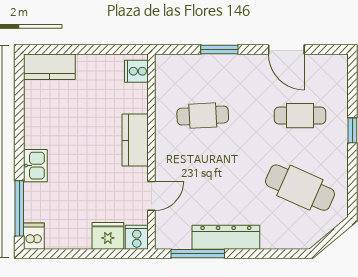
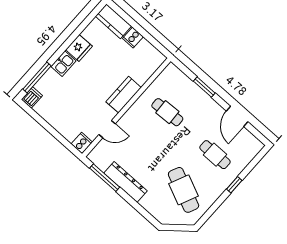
cooker: (136, 71) -> (133, 38), moved, turned -90
fridge: (108, 236) -> (79, 48), moved, turned 90

